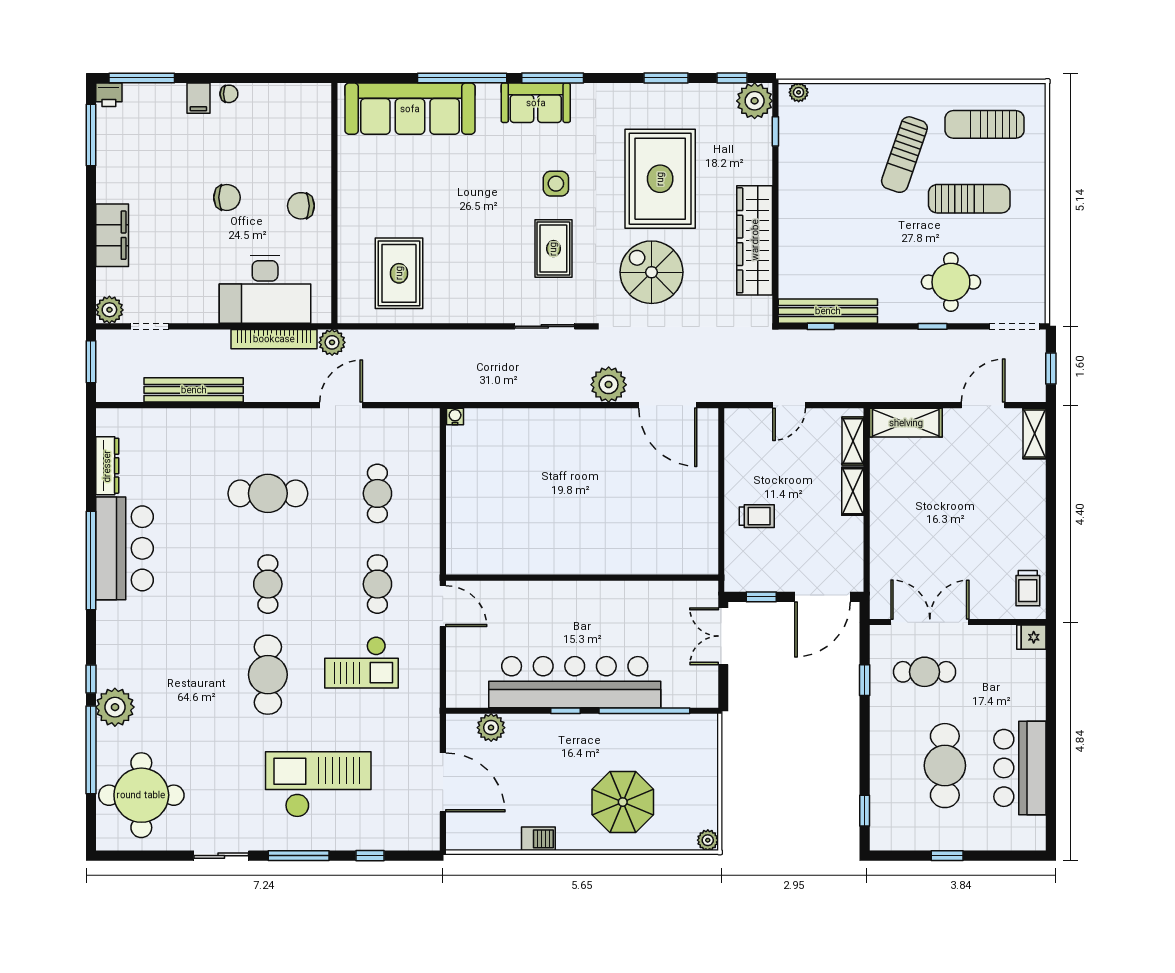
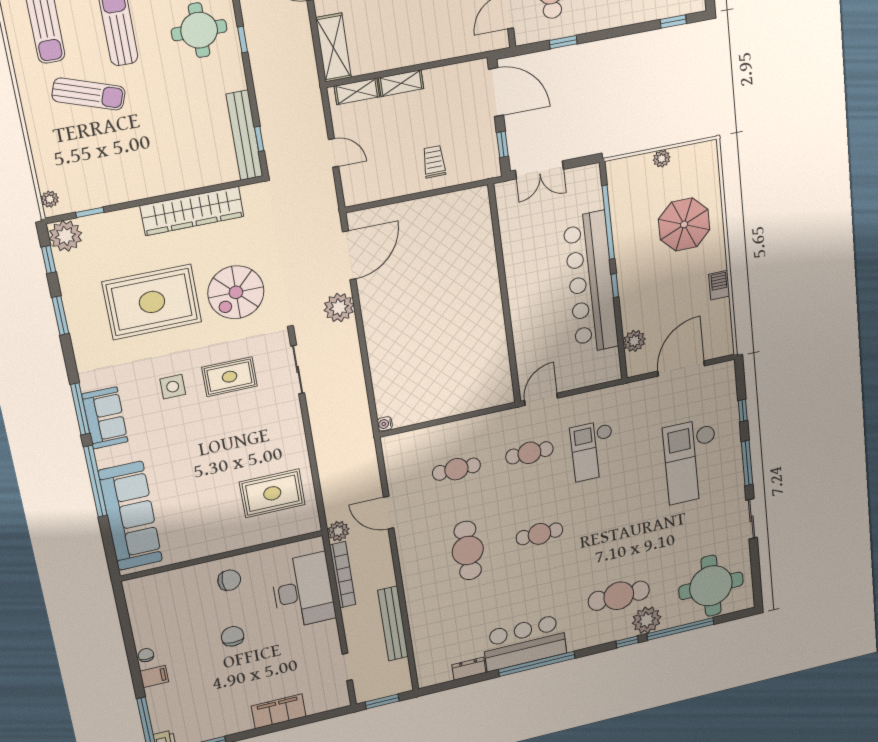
chair: (301, 206) -> (229, 580), turned -90
plant: (109, 310) -> (339, 699), removed
dresser: (107, 466) -> (469, 669), width x0.70
checkout: (362, 662) -> (593, 451), turned 180
cafe table: (268, 675) -> (619, 596), moved
plant: (708, 840) -> (662, 159), moved

